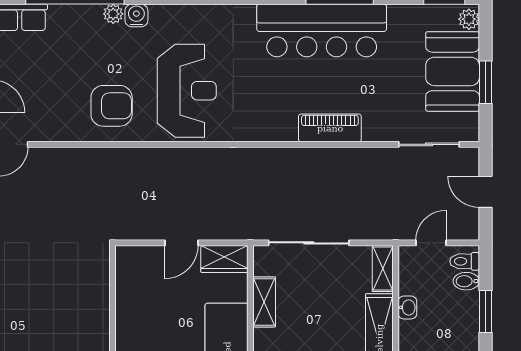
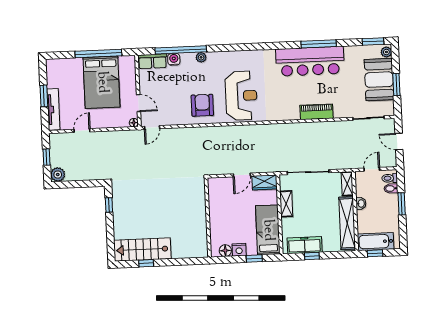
water cooler: (136, 15) -> (174, 59), moved
armchair: (112, 106) -> (202, 105), turned -90

